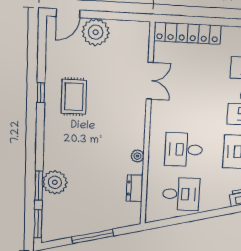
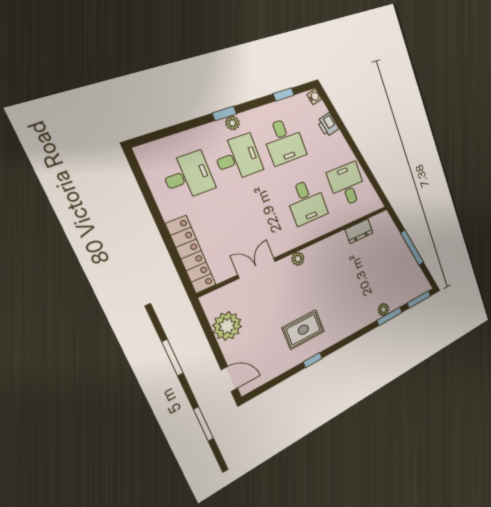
plant: (96, 32) -> (227, 326), moved
plant: (137, 156) -> (298, 259), moved
plant: (55, 182) -> (383, 309), width x0.53, depth x0.53

